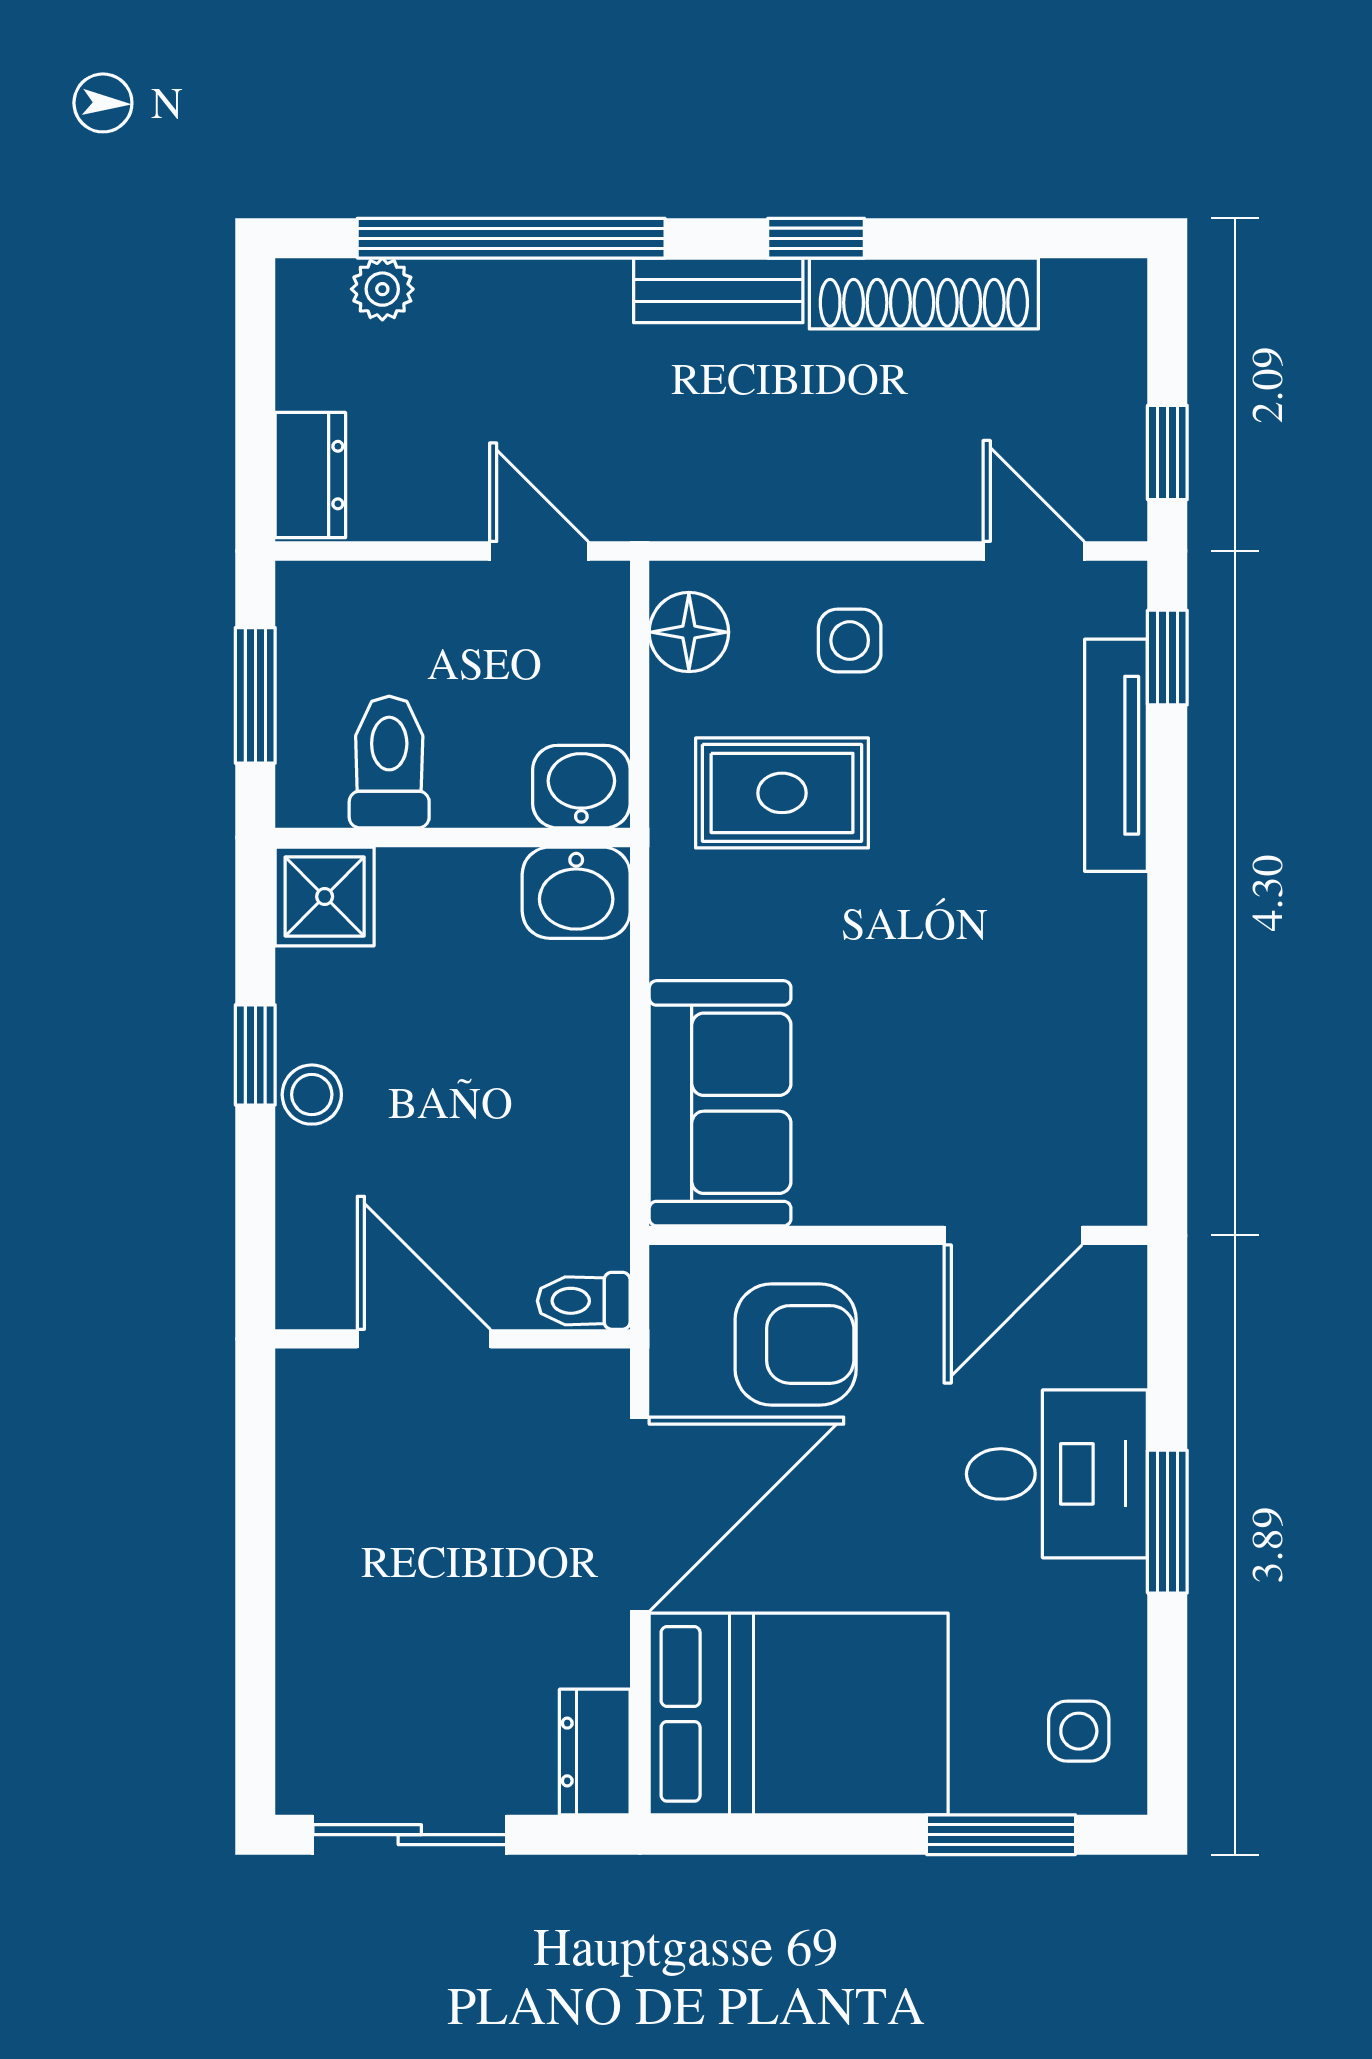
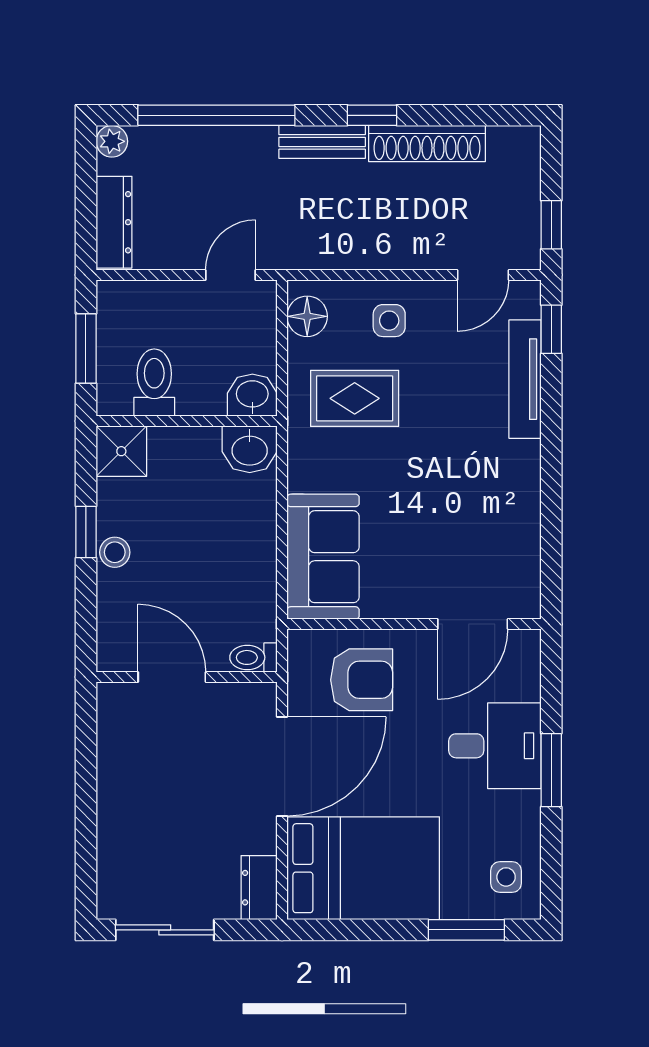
plant: (382, 289) -> (112, 141), moved
dresser: (310, 475) -> (114, 222), width x1.44
door: (539, 551) -> (231, 275), hinge flipped
door: (1034, 551) -> (483, 275), swing flipped

